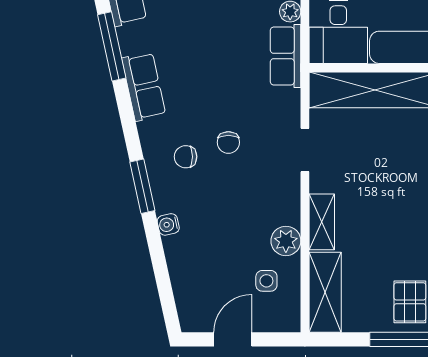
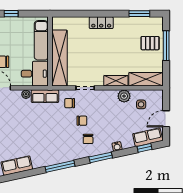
window: (112, 46) -> (60, 166), moved
row of seats: (144, 87) -> (148, 137), moved
chair: (269, 114) -> (70, 103), added
window: (165, 289) -> (144, 148), added
door: (233, 339) -> (166, 119), hinge flipped

